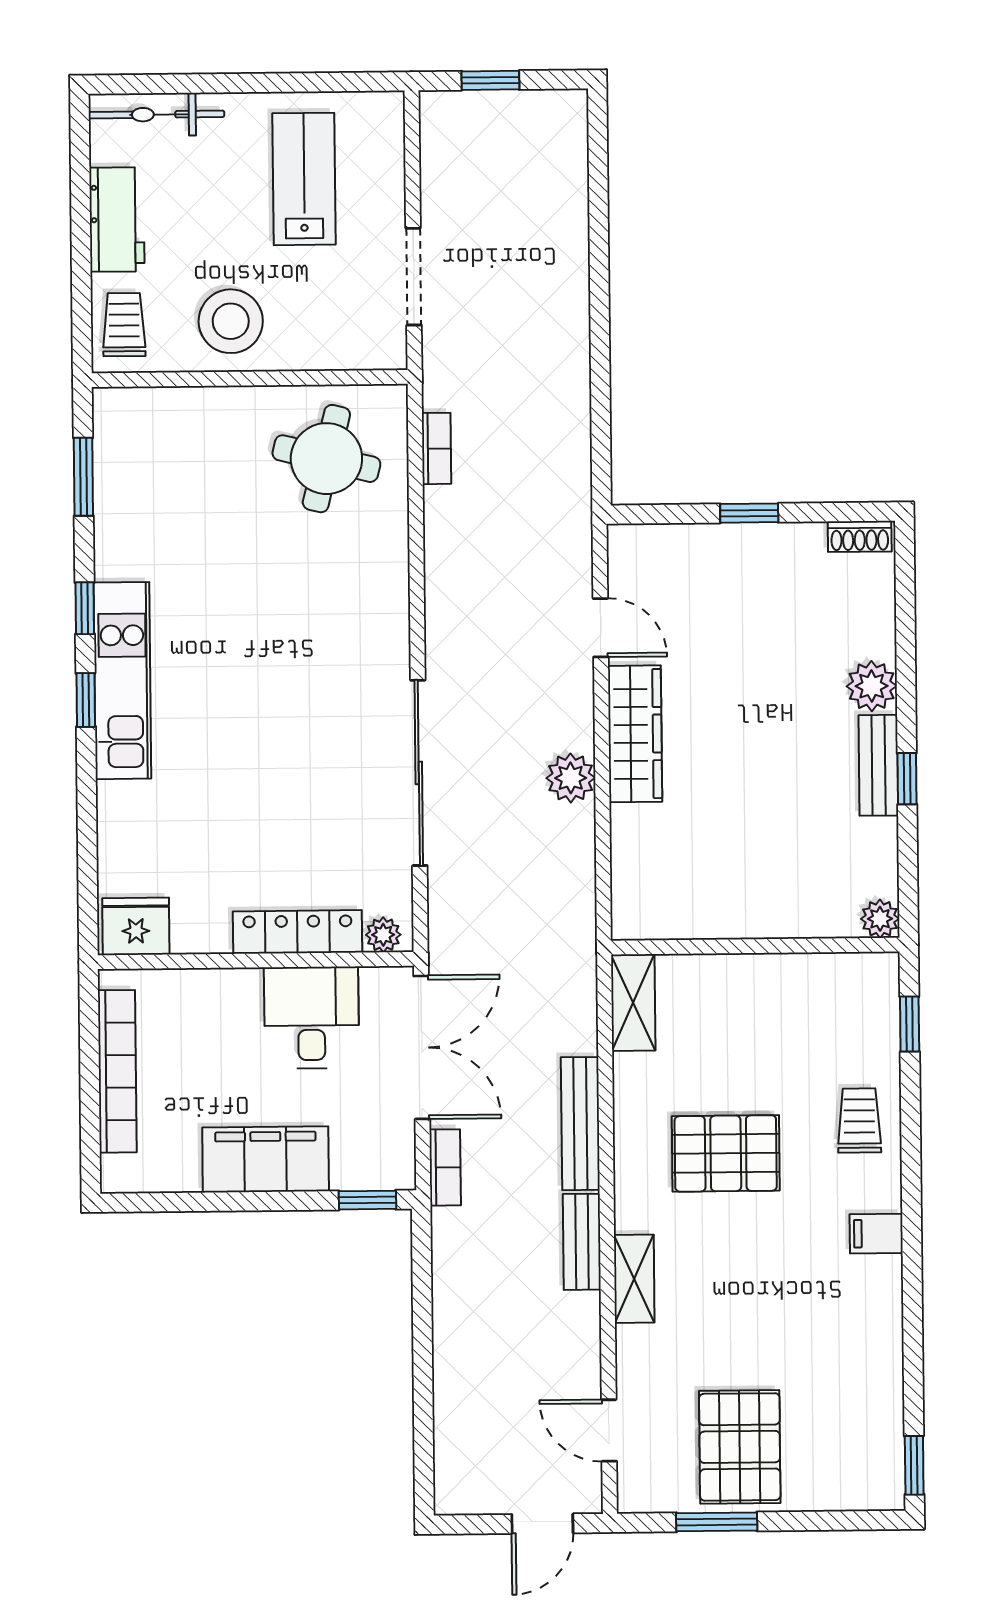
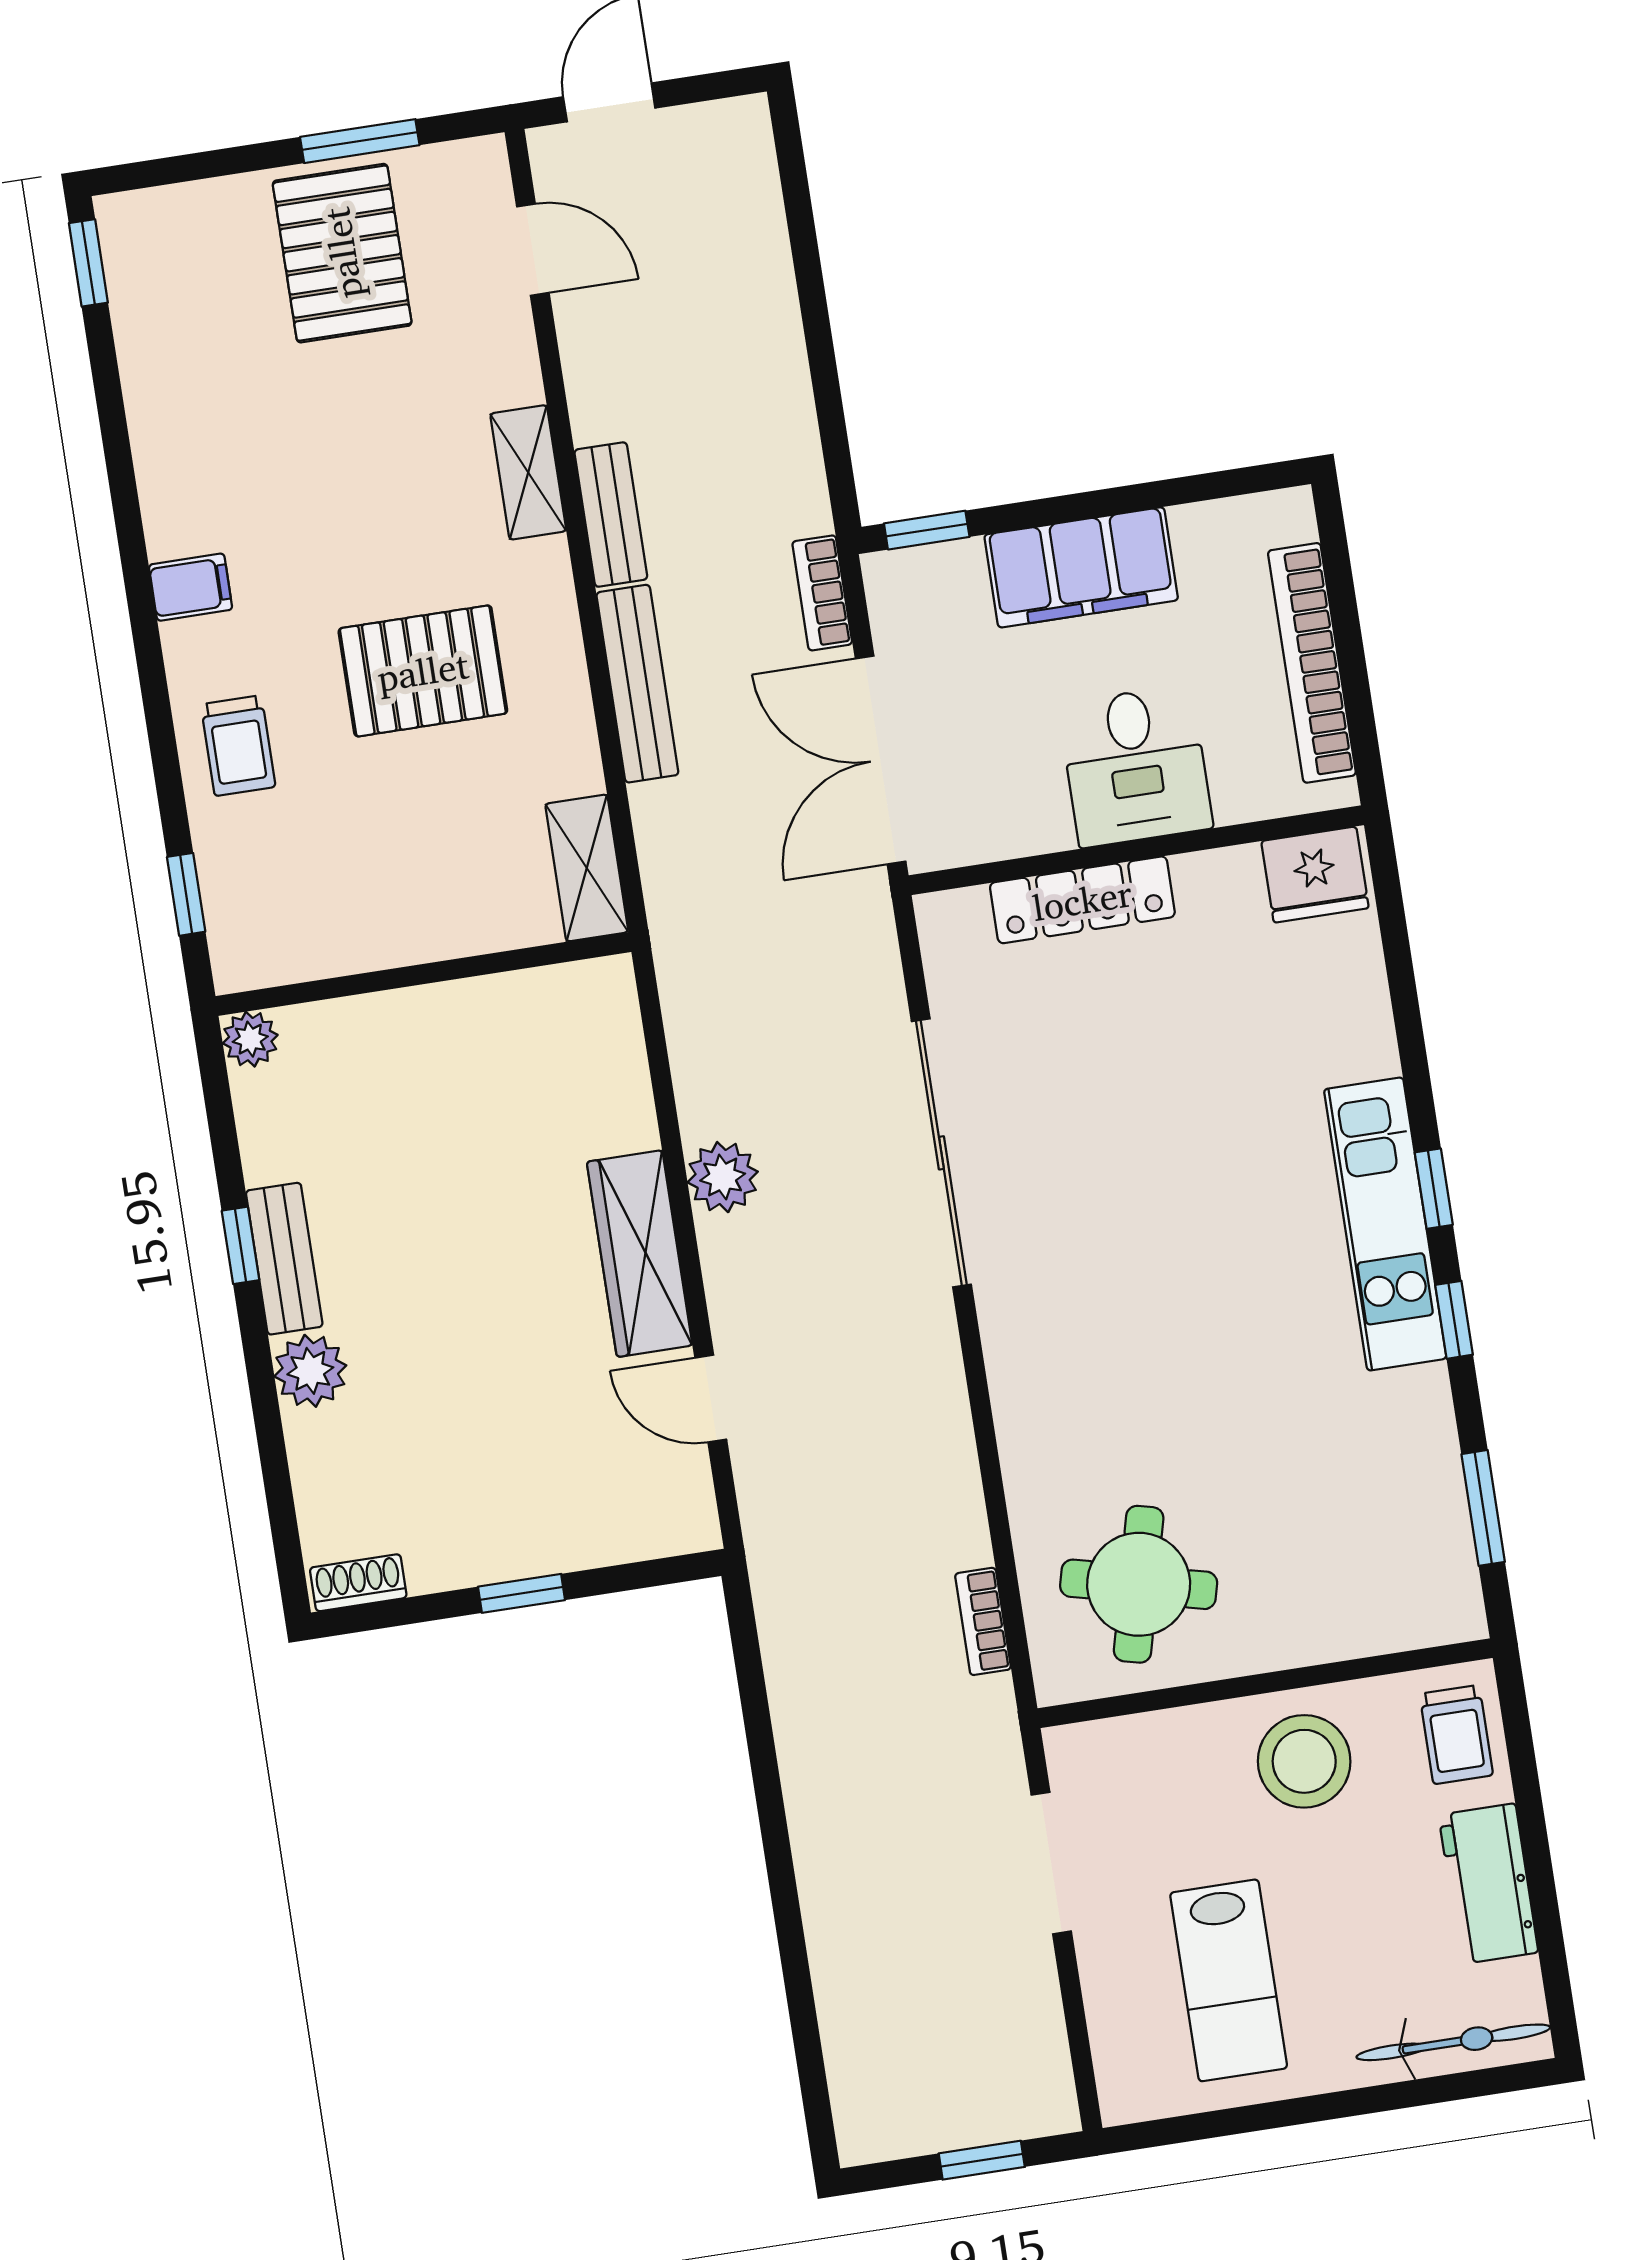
plant: (383, 935) -> (959, 914), removed
desk: (311, 1018) -> (1135, 766), moved

